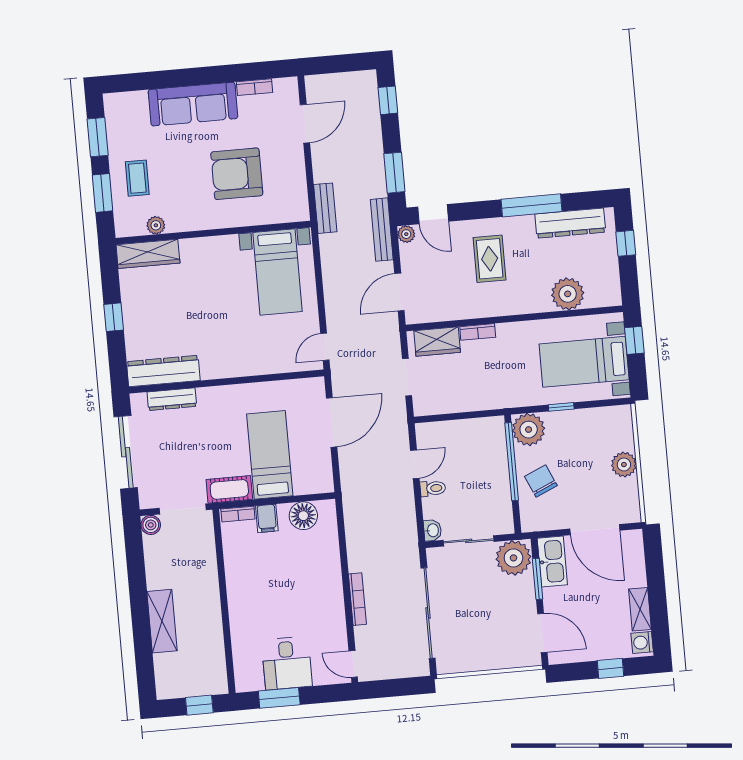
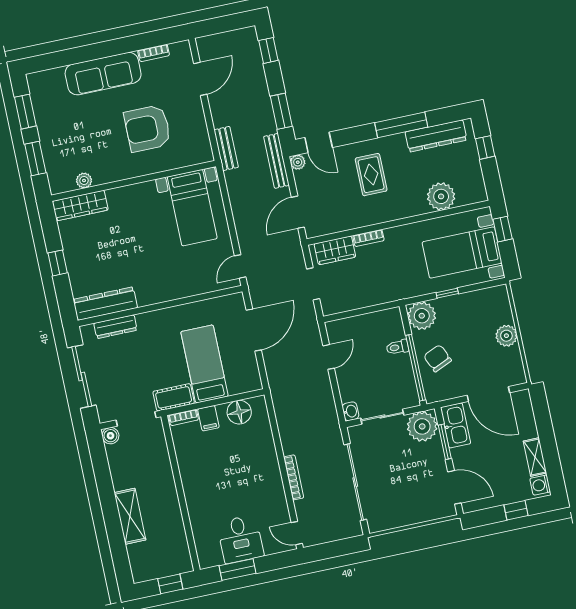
coffee table: (137, 178) -> (63, 142), removed
window: (512, 462) -> (416, 368), moved
toilet: (433, 488) -> (397, 347), moved, turned 180

